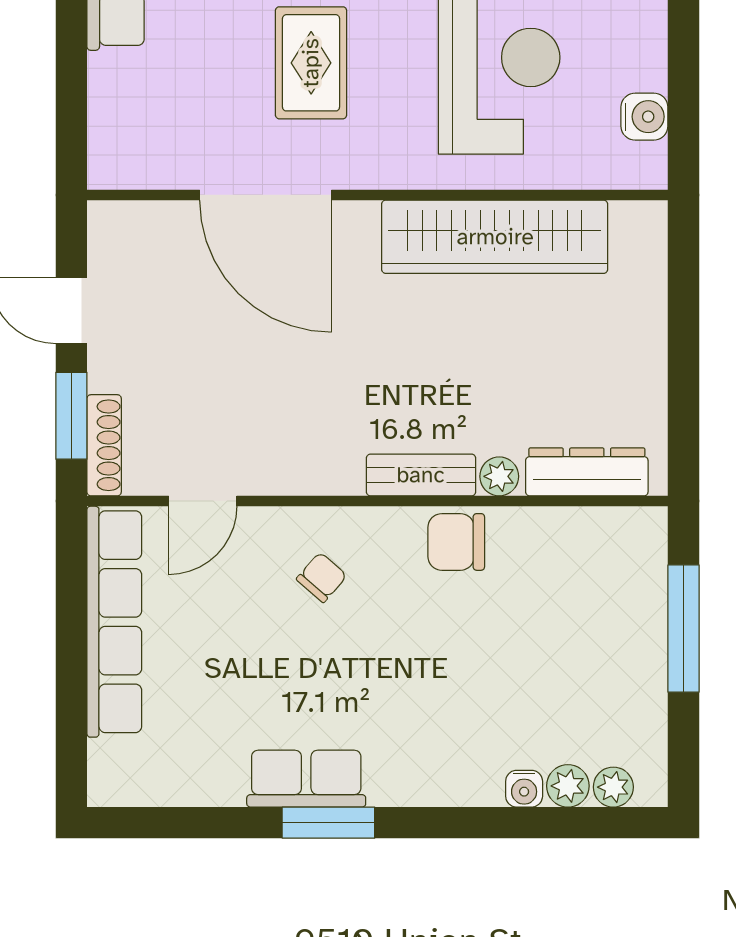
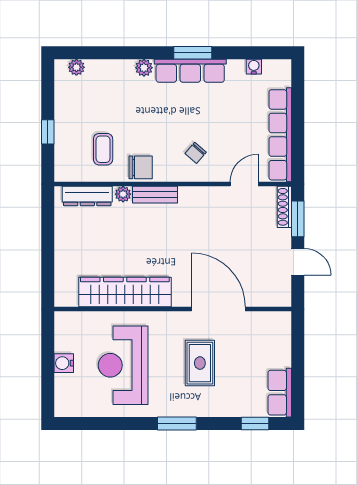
water cooler: (644, 117) -> (64, 363), moved
coffee table: (548, 586) -> (103, 149), added
window: (683, 629) -> (48, 132), width x0.46
row of seats: (306, 779) -> (190, 71), width x1.48
plant: (568, 786) -> (144, 68), moved
water cooler: (524, 789) -> (254, 67), moved

